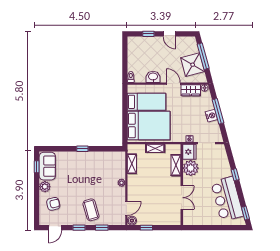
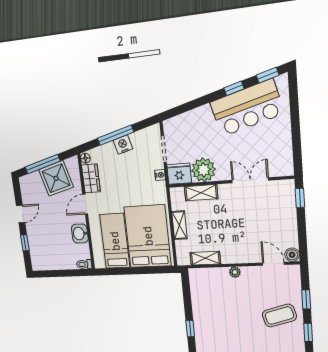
window: (235, 175) -> (234, 88), moved
window: (146, 228) -> (300, 198), moved

